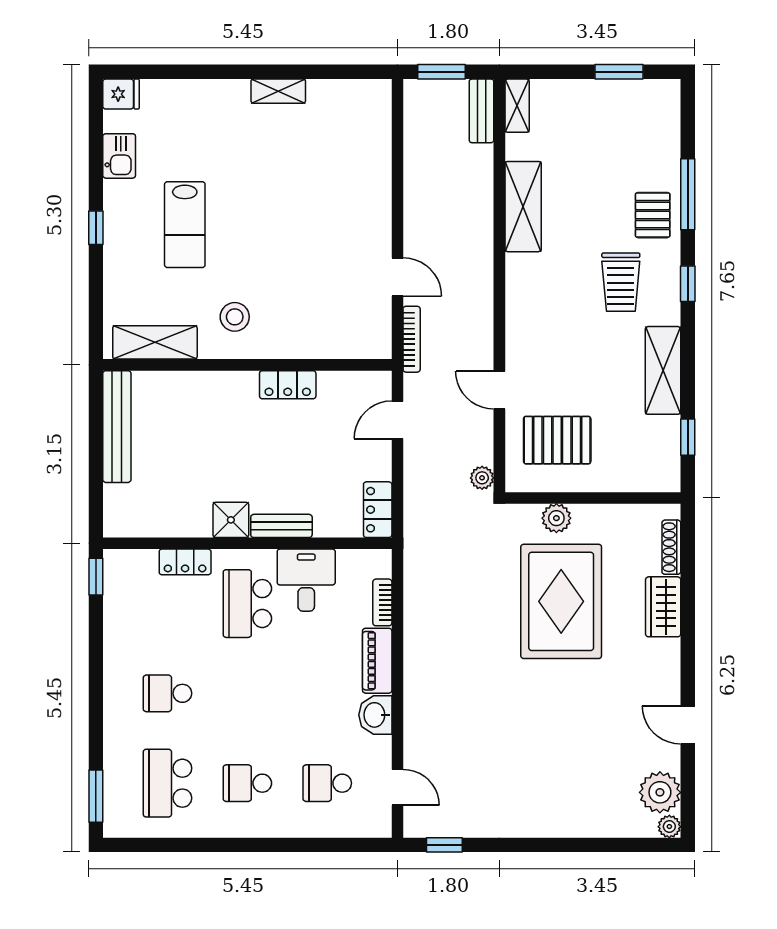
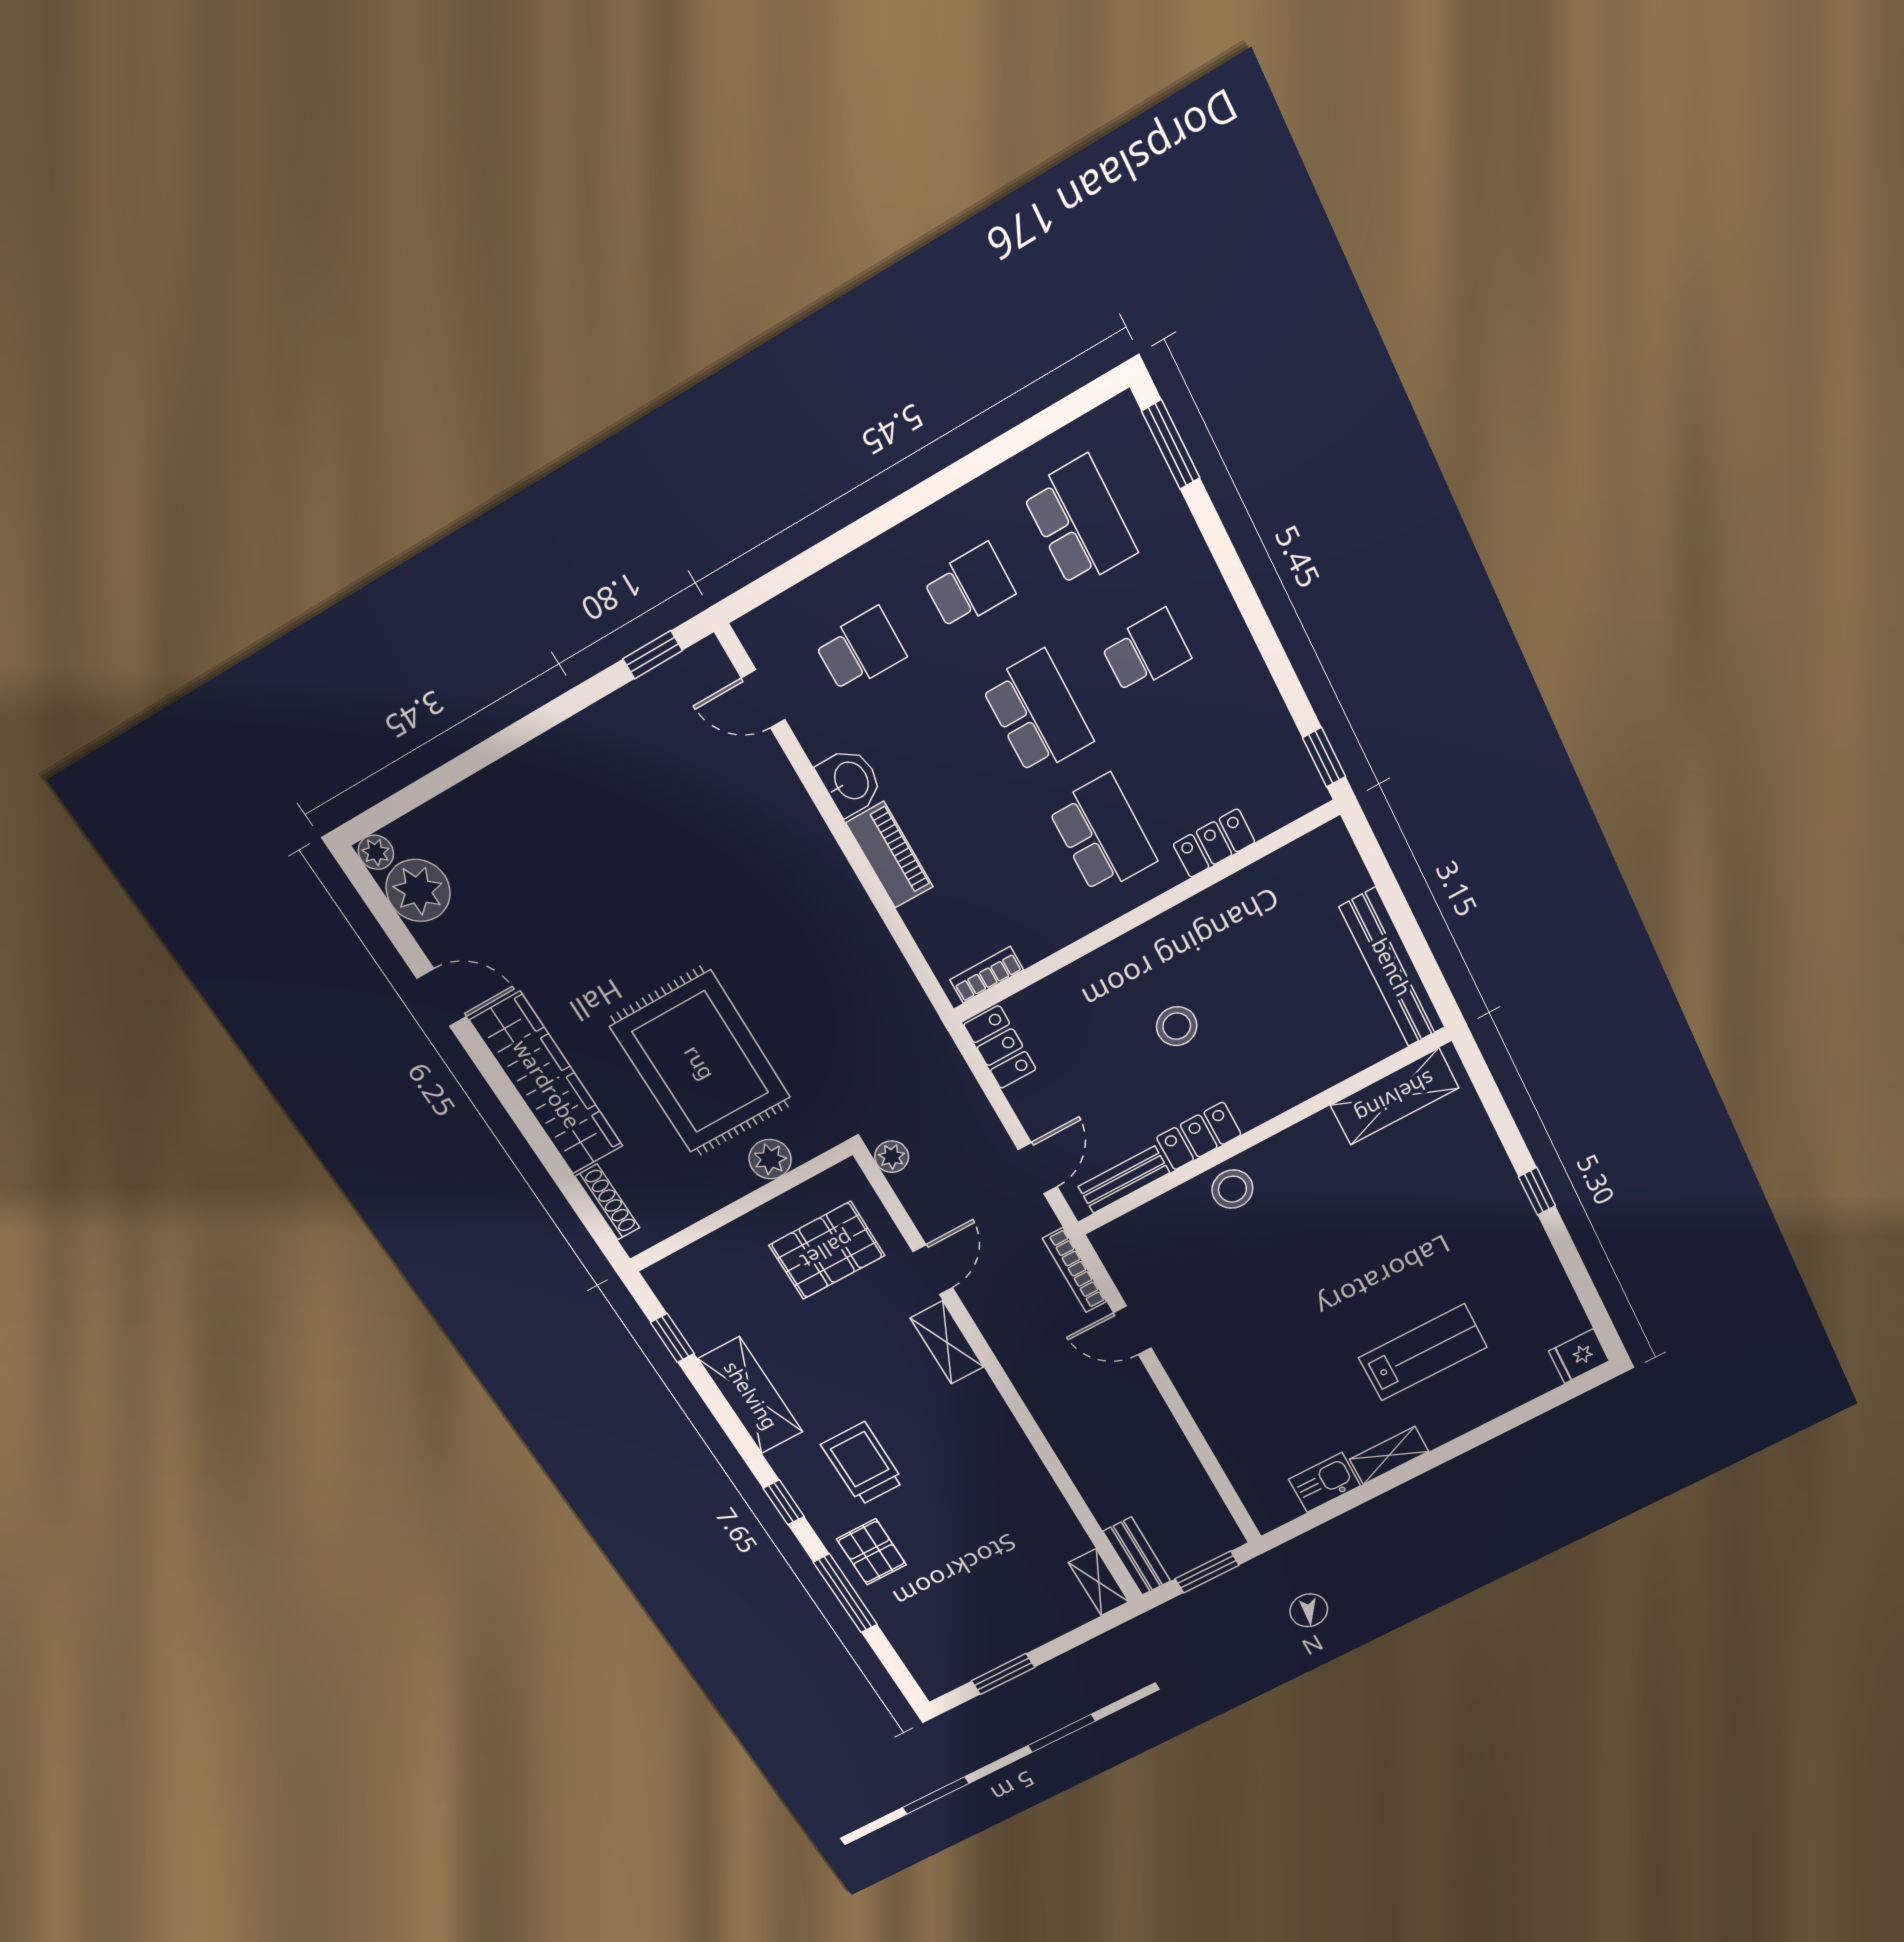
kitchen sink: (119, 156) -> (1325, 1482), moved, turned 90
shelving: (523, 207) -> (947, 1343), moved, width x0.67, depth x0.75
lab bench: (185, 225) -> (1423, 1352), moved, turned 90
stool: (235, 317) -> (1232, 1189), moved
door: (499, 390) -> (933, 1270), hinge flipped
stool: (265, 463) -> (1177, 1026), added
shower: (231, 520) -> (1182, 931), removed
bench: (281, 526) -> (1124, 1180), moved
desk: (306, 580) -> (1042, 908), removed
bookcase: (382, 602) -> (987, 975), moved, turned -90
wardrobe: (663, 607) -> (547, 1084), width x2.10, depth x1.17
school desk: (247, 693) -> (1037, 713), added

